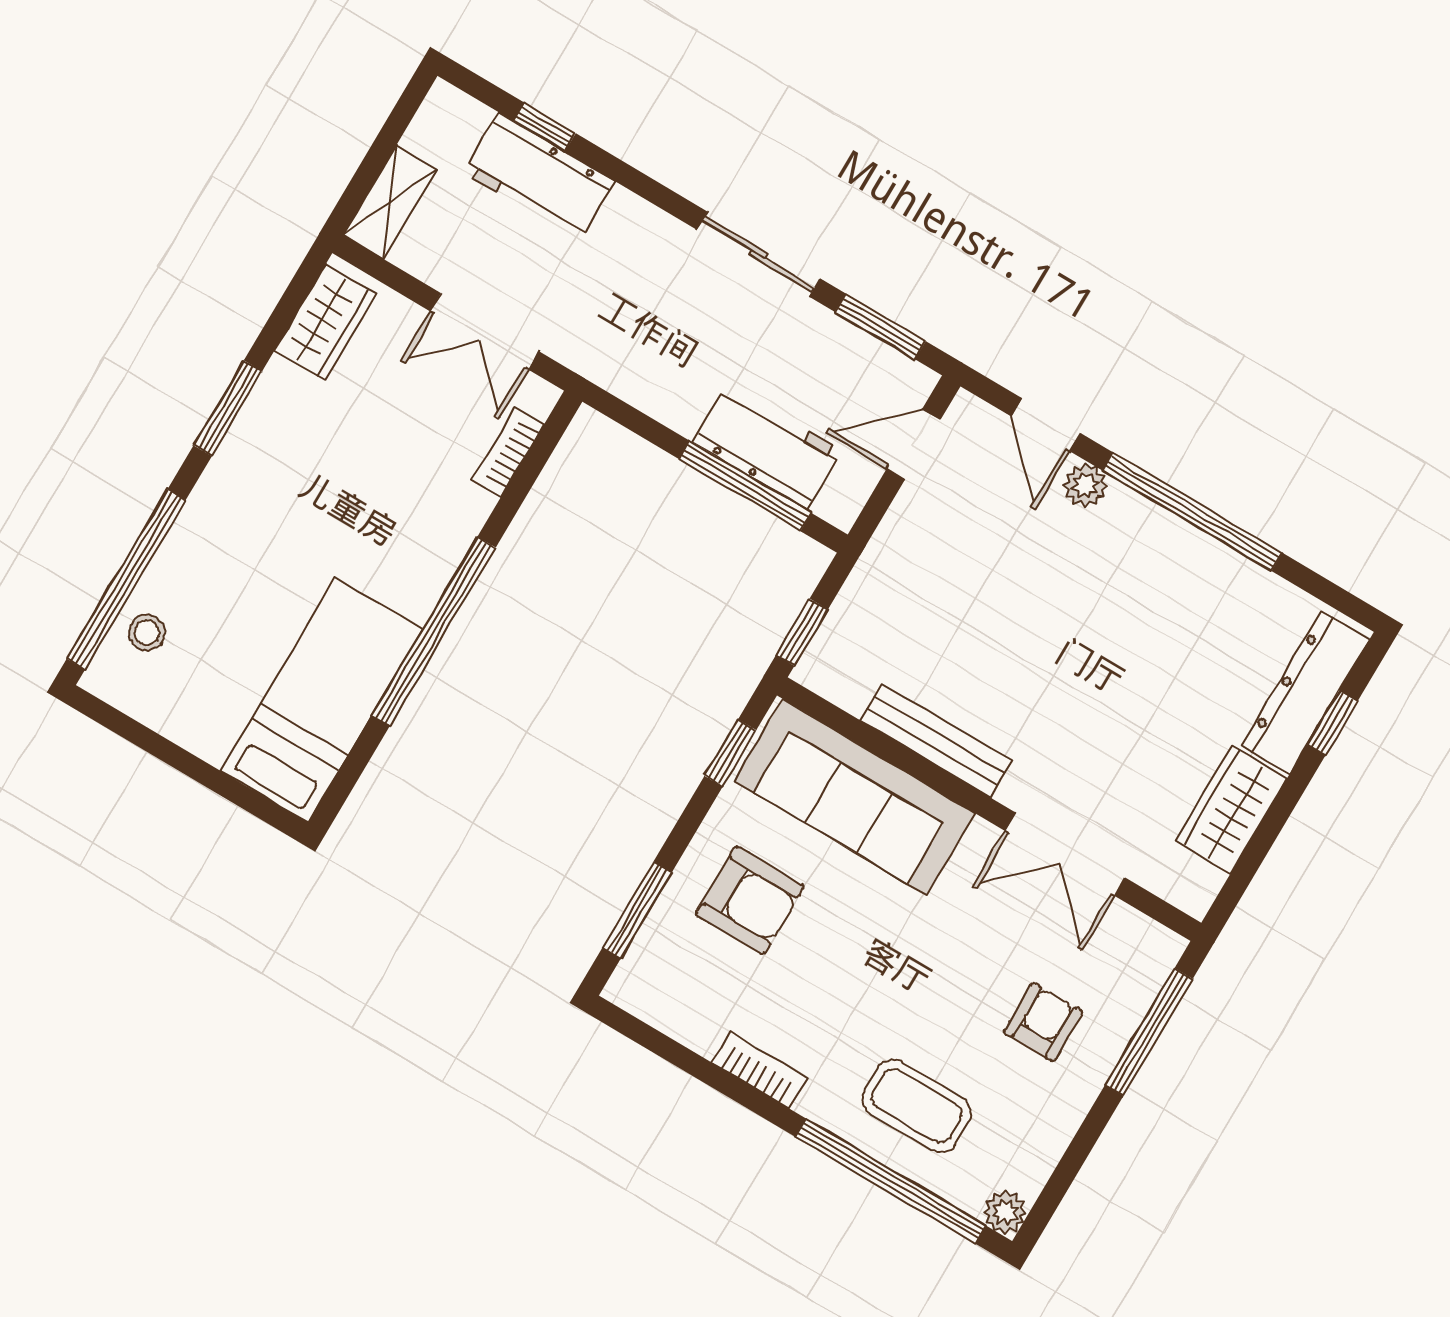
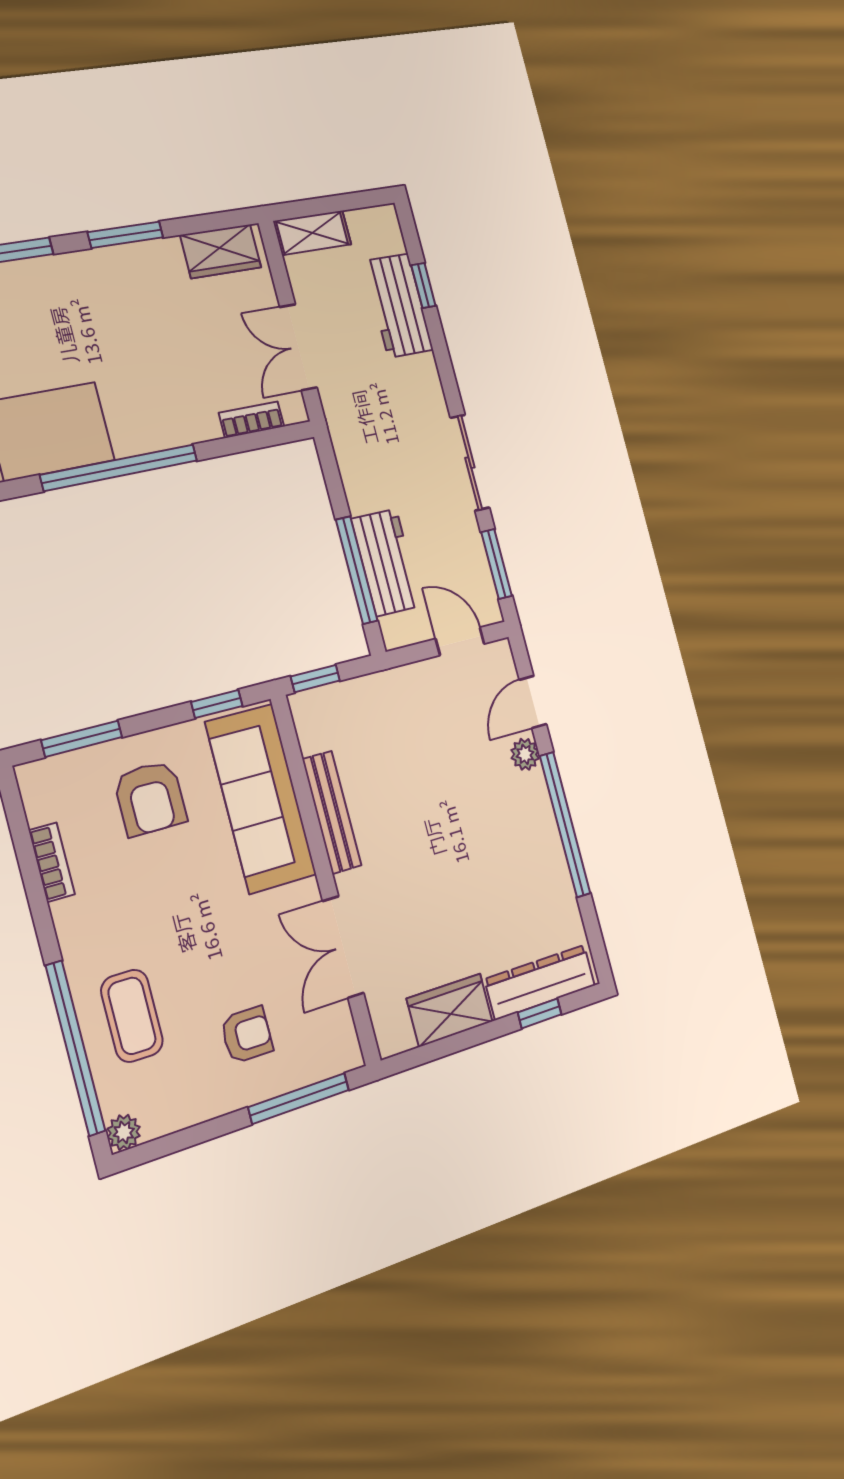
bookcase: (759, 1070) -> (52, 862), moved

